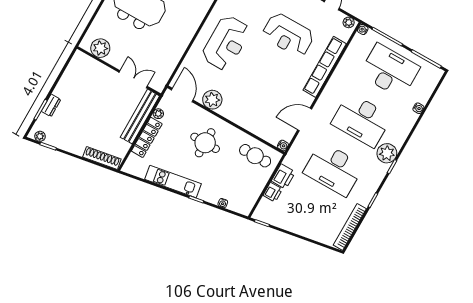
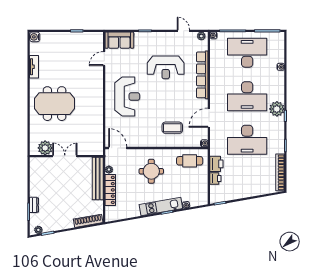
double door: (133, 79) -> (65, 156), moved
plant: (212, 100) -> (140, 140), removed
coffee table: (257, 107) -> (172, 128), added
kitchen unit: (173, 182) -> (161, 206), moved

